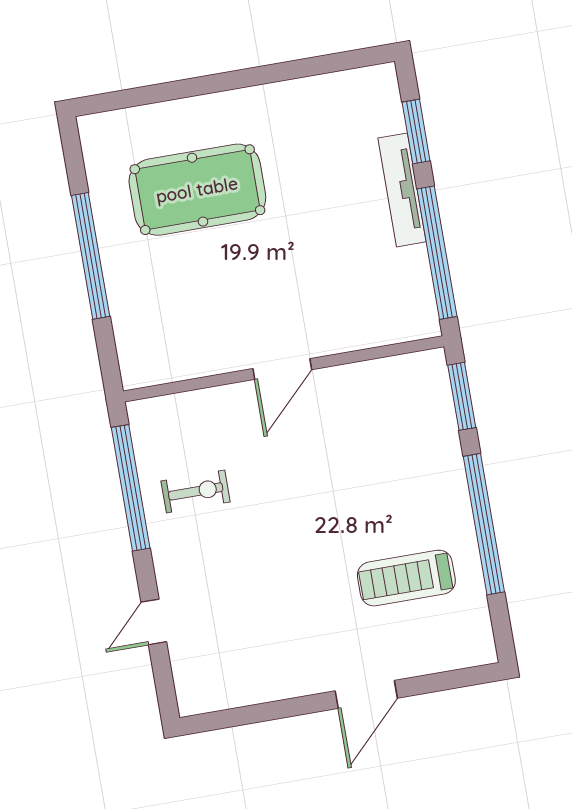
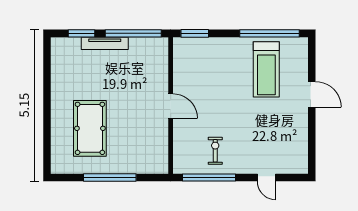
window: (484, 524) -> (269, 33), moved
treadmill: (406, 578) -> (266, 69), width x1.37, depth x1.38

